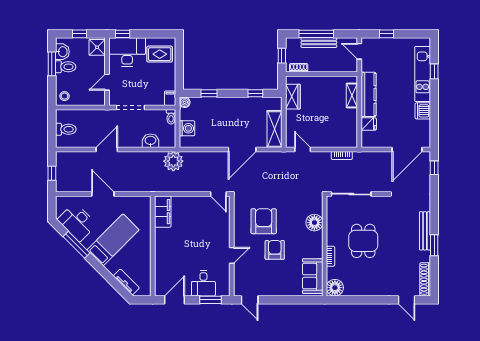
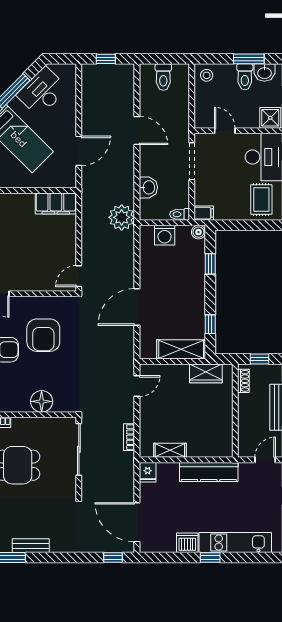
window: (434, 71) -> (210, 558), moved
shelving: (352, 96) -> (170, 450), moved
fridge: (369, 124) -> (148, 472), moved
shelving: (274, 129) -> (181, 349), moved
door: (242, 150) -> (137, 307), hinge flipped
door: (103, 194) -> (79, 151), moved
armchair: (264, 221) -> (43, 335), turned 90
bench: (425, 231) -> (31, 546), width x0.73

